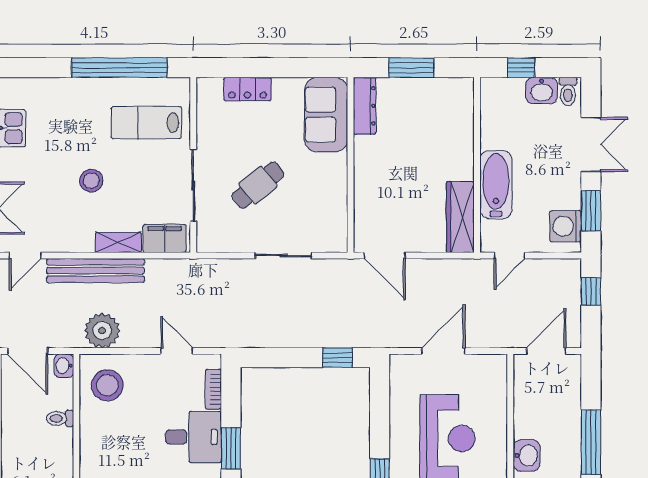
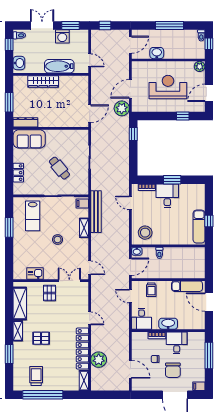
window: (120, 68) -> (9, 227), width x0.47
window: (521, 68) -> (9, 44), moved
washbasin: (542, 91) -> (19, 63), moved
wardrobe: (460, 217) -> (43, 81), moved
washing machine: (566, 226) -> (62, 36), moved
filing cabinet: (165, 238) -> (82, 204), width x0.50
bench: (96, 271) -> (96, 212), moved
plant: (102, 331) -> (122, 108), moved
door: (177, 351) -> (130, 203), hinge flipped
door: (443, 351) -> (130, 89), hinge flipped
door: (546, 351) -> (130, 45), swing flipped
washbasin: (527, 455) -> (157, 53), moved

